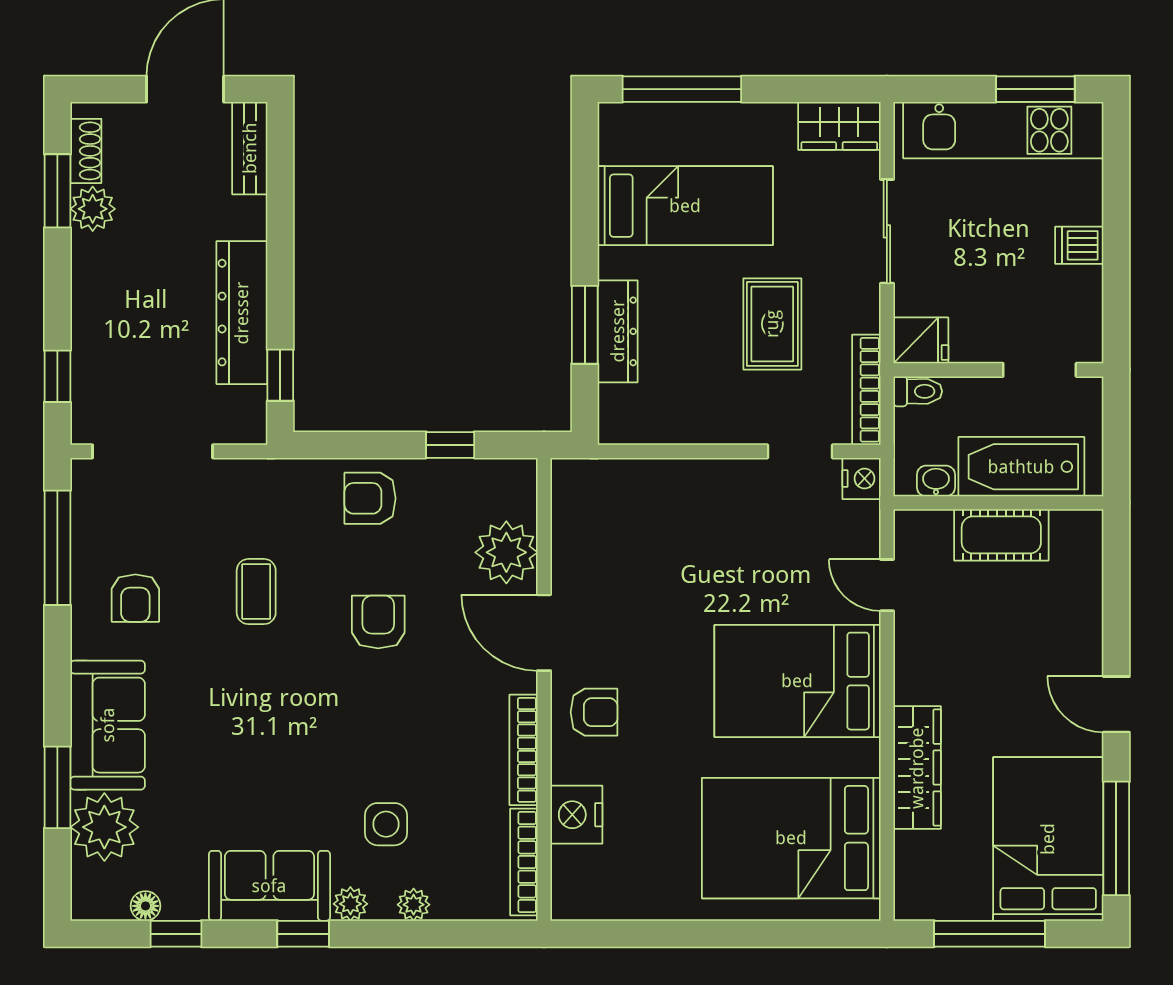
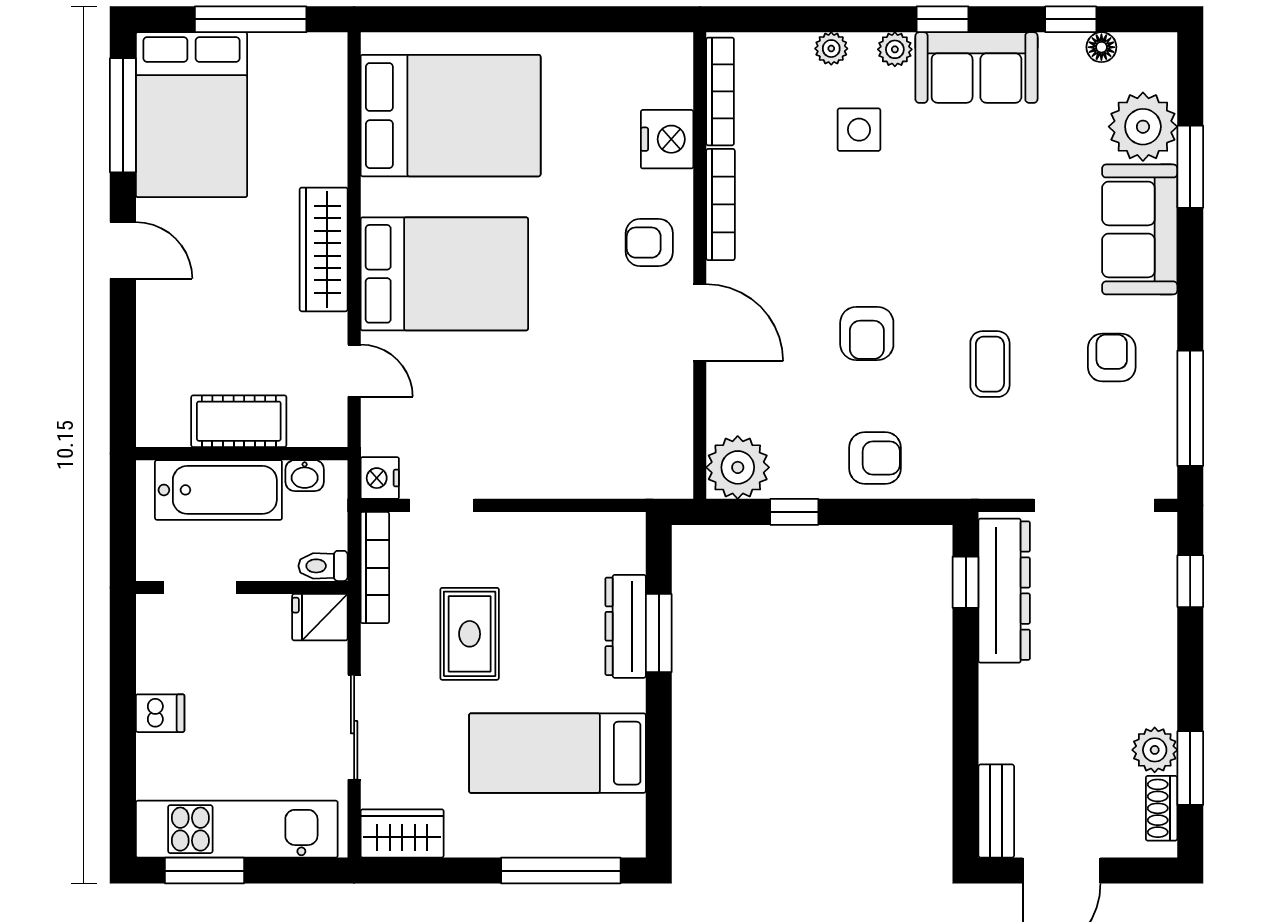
dresser: (242, 313) -> (1004, 591), moved
plant: (506, 552) -> (738, 467), moved
wardrobe: (917, 768) -> (324, 249), moved

